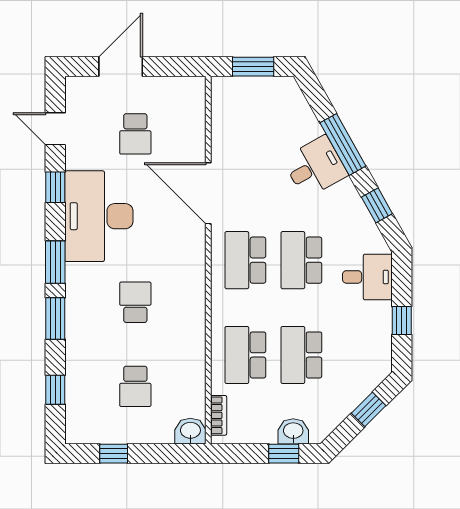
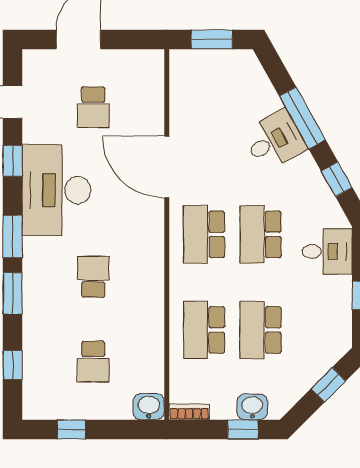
bookcase: (219, 415) -> (189, 412), moved, turned -90

